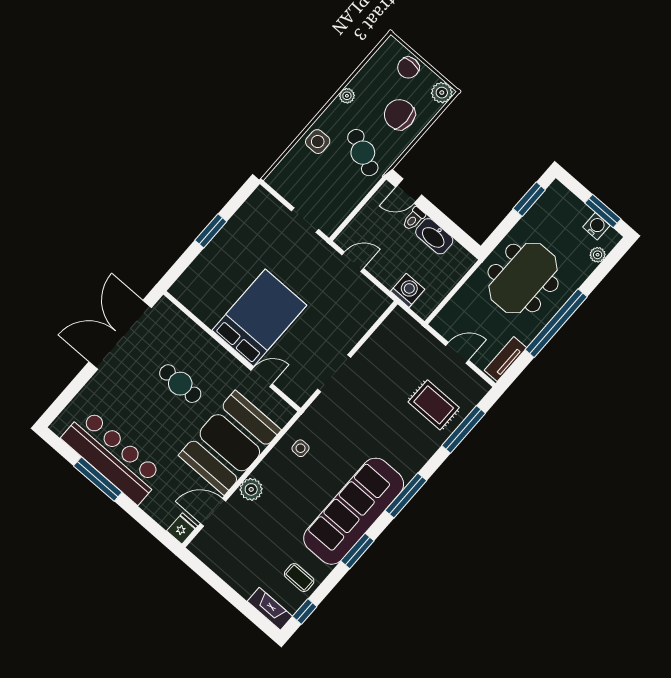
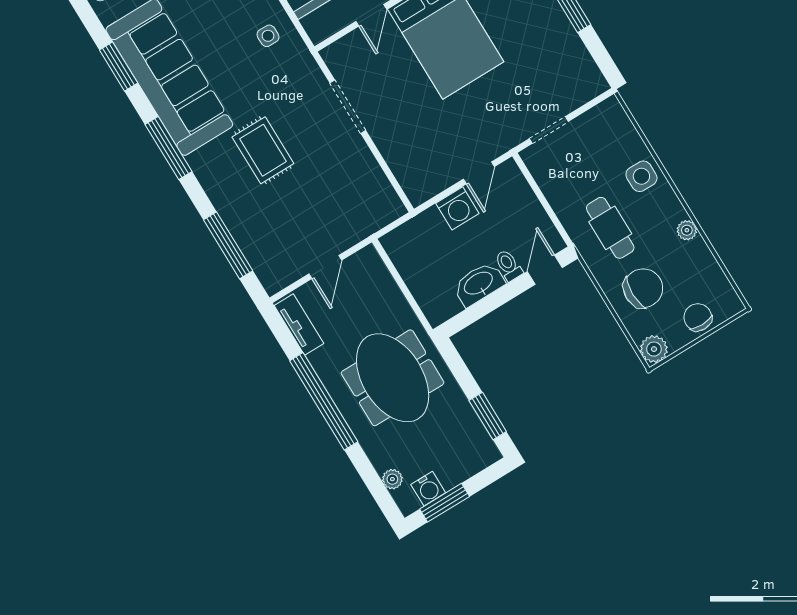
cafe table: (363, 153) -> (610, 228), turned 65
washing machine: (408, 290) -> (457, 208), moved
rug: (434, 405) -> (263, 150), moved, turned 90

